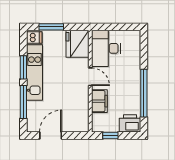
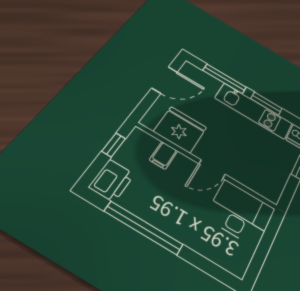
fridge: (78, 44) -> (180, 130), moved
filing cabinet: (99, 101) -> (164, 155), width x0.50
door: (51, 135) -> (165, 80), hinge flipped

